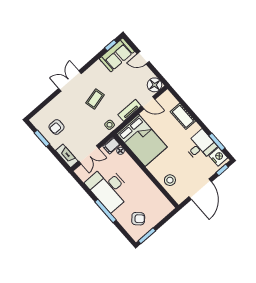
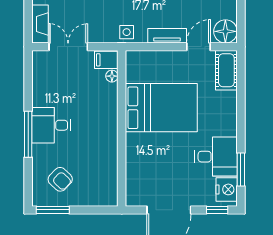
door: (148, 103) -> (198, 47), swing flipped
cot: (183, 116) -> (226, 70), moved
bed: (142, 140) -> (161, 108), moved, turned -90
double door: (89, 155) -> (68, 47), swing flipped
stool: (170, 180) -> (141, 166), removed
desk: (109, 188) -> (51, 125), width x0.53, depth x0.77

